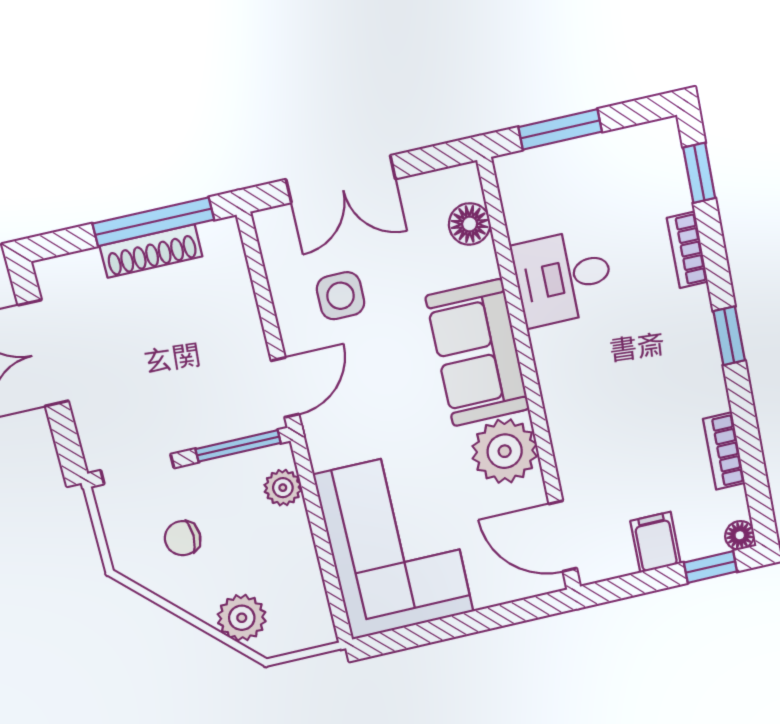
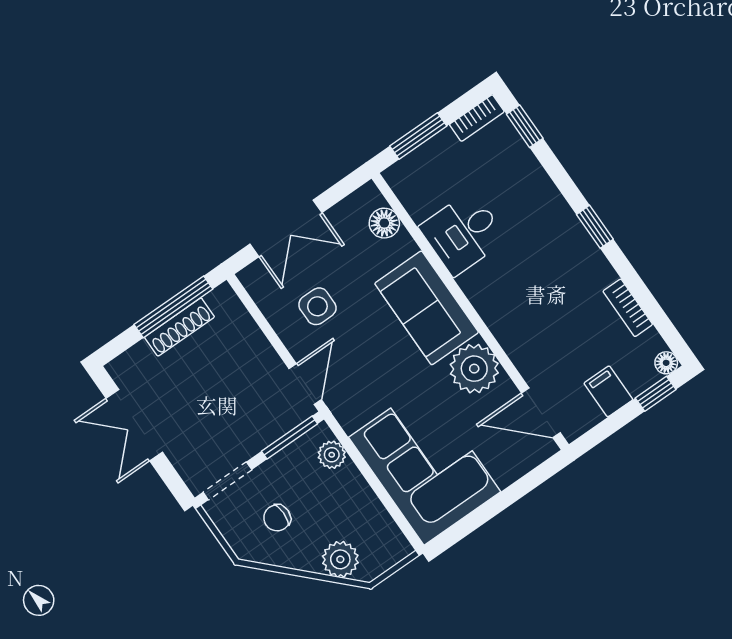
bookcase: (687, 250) -> (477, 118), moved, turned -90

